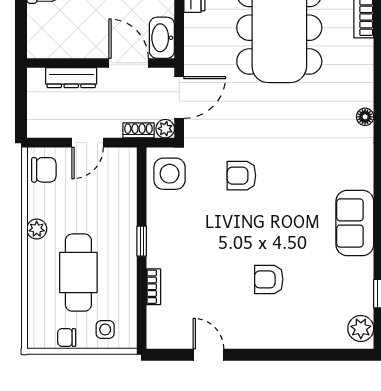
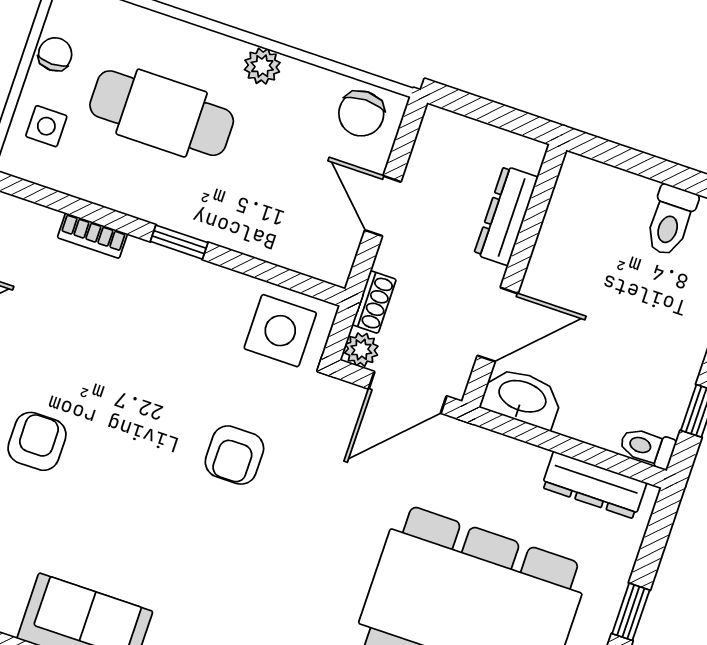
door: (179, 97) -> (408, 392), hinge flipped
armchair: (241, 176) -> (234, 455), turned 180

